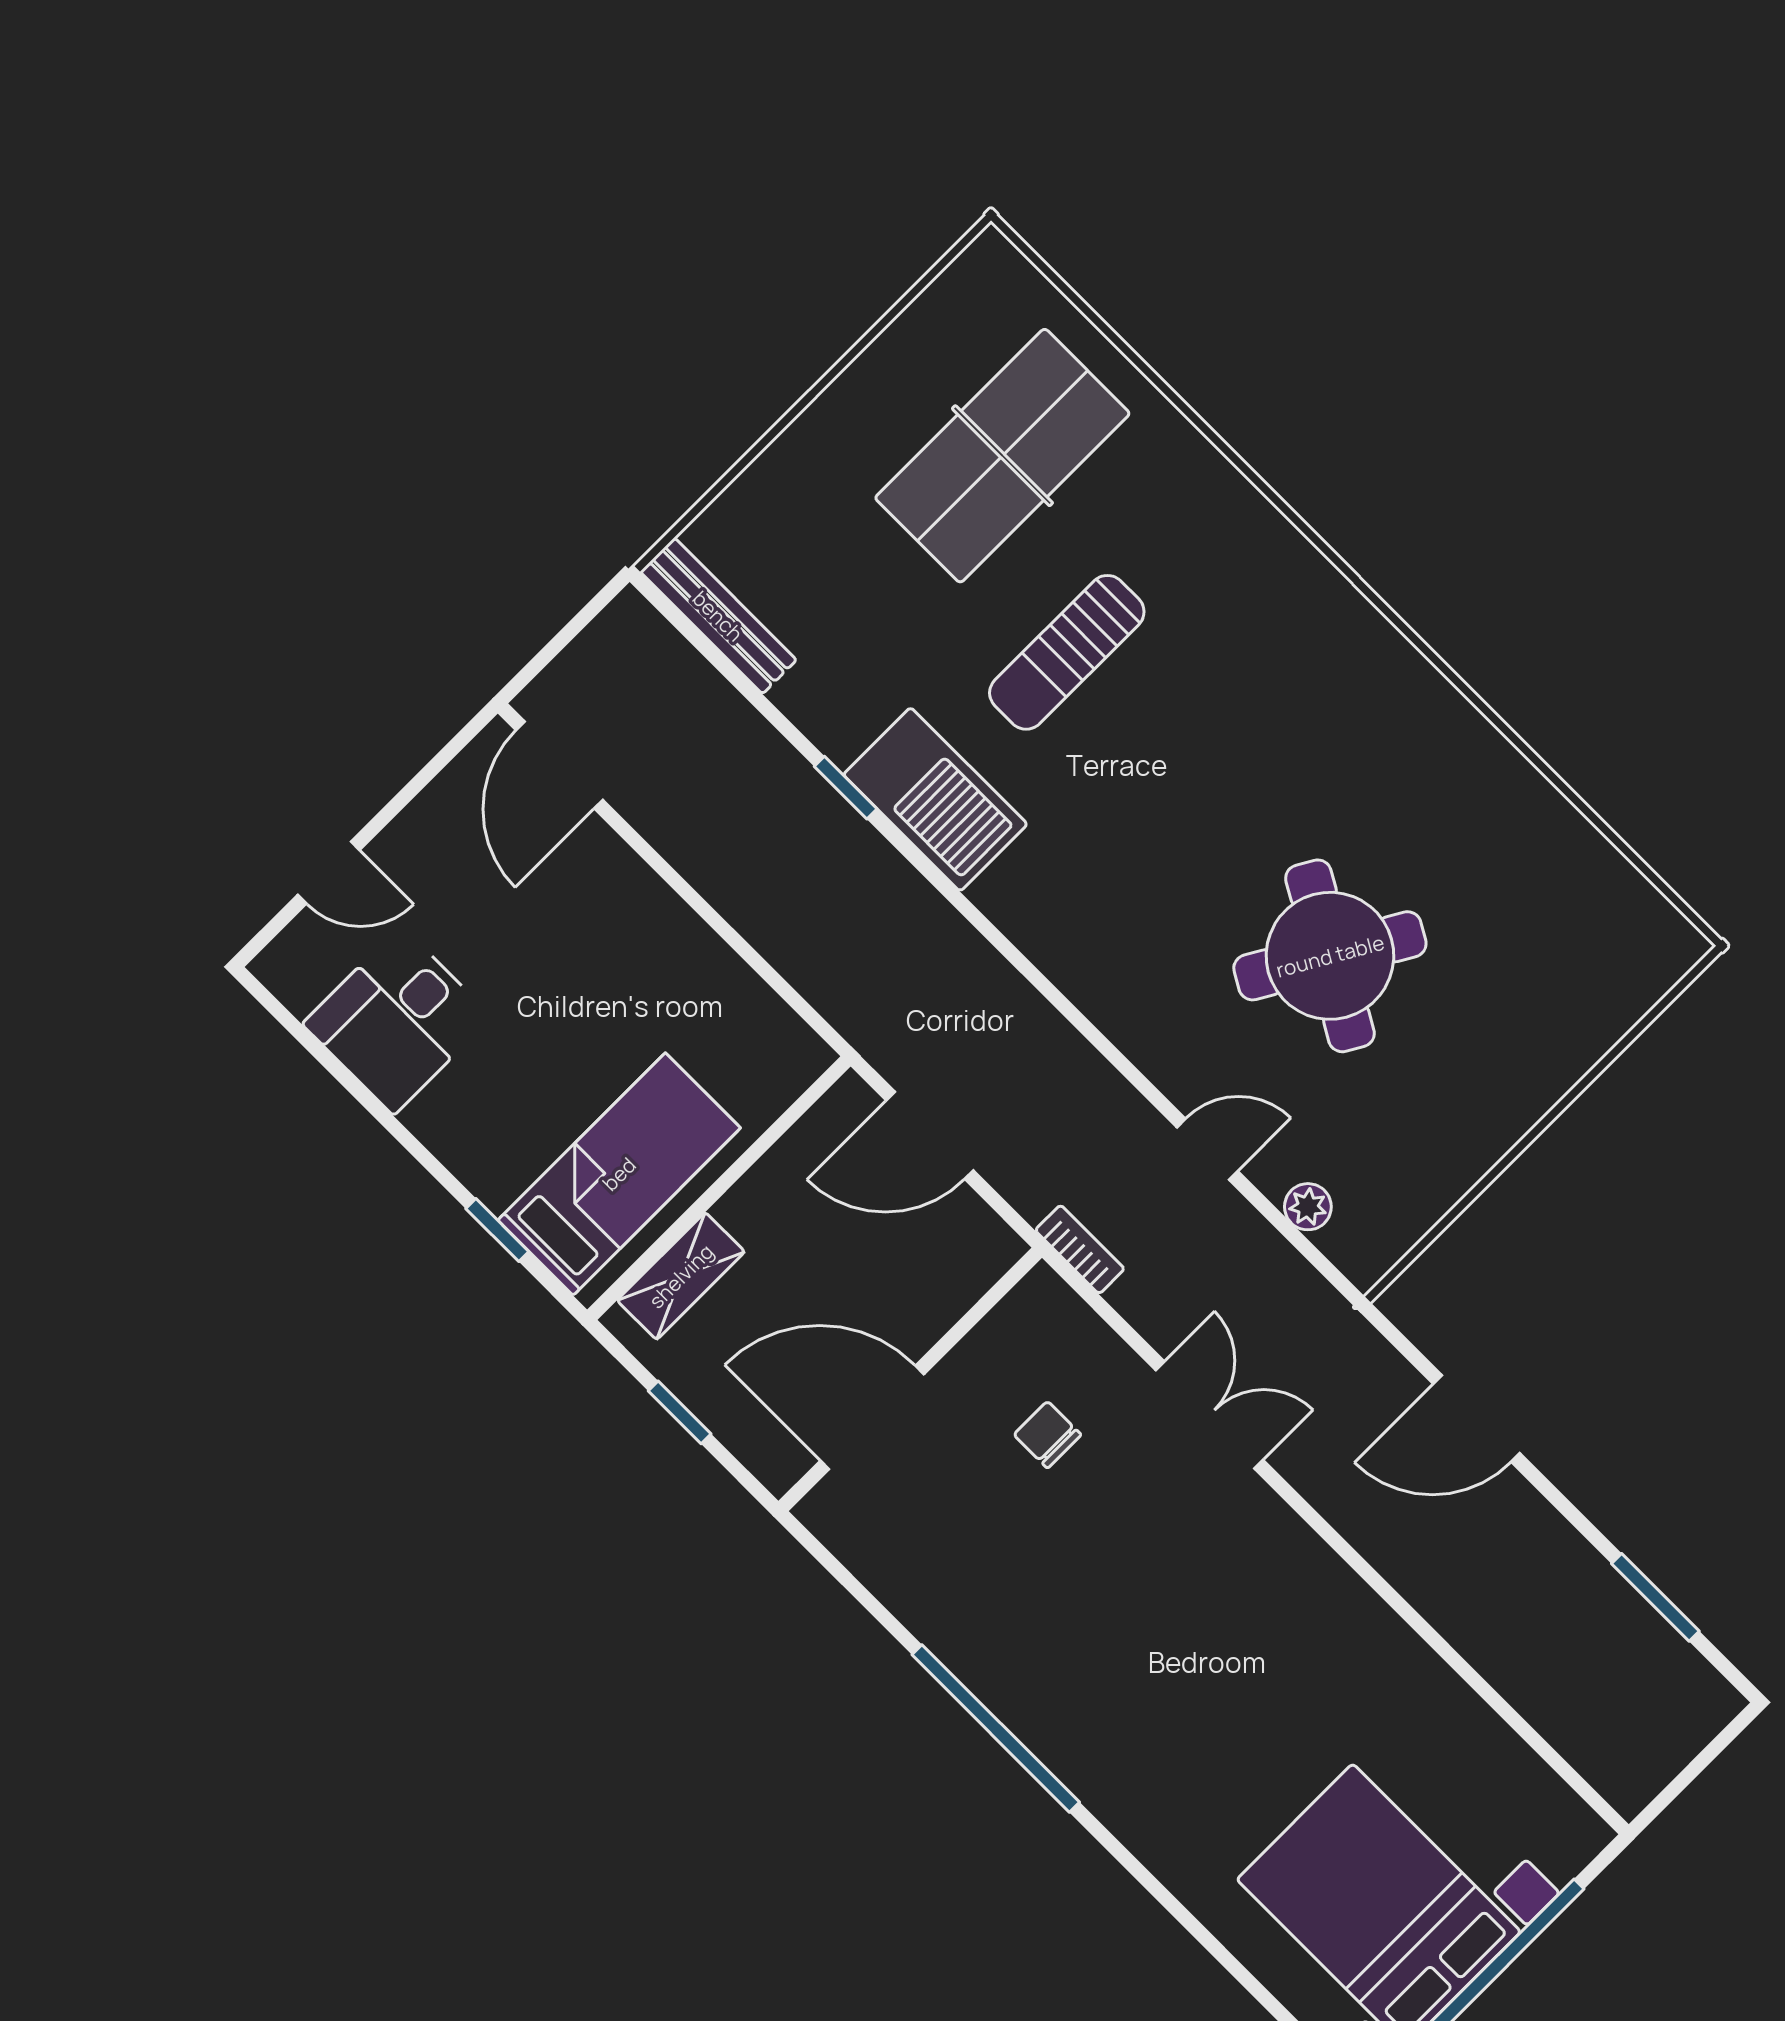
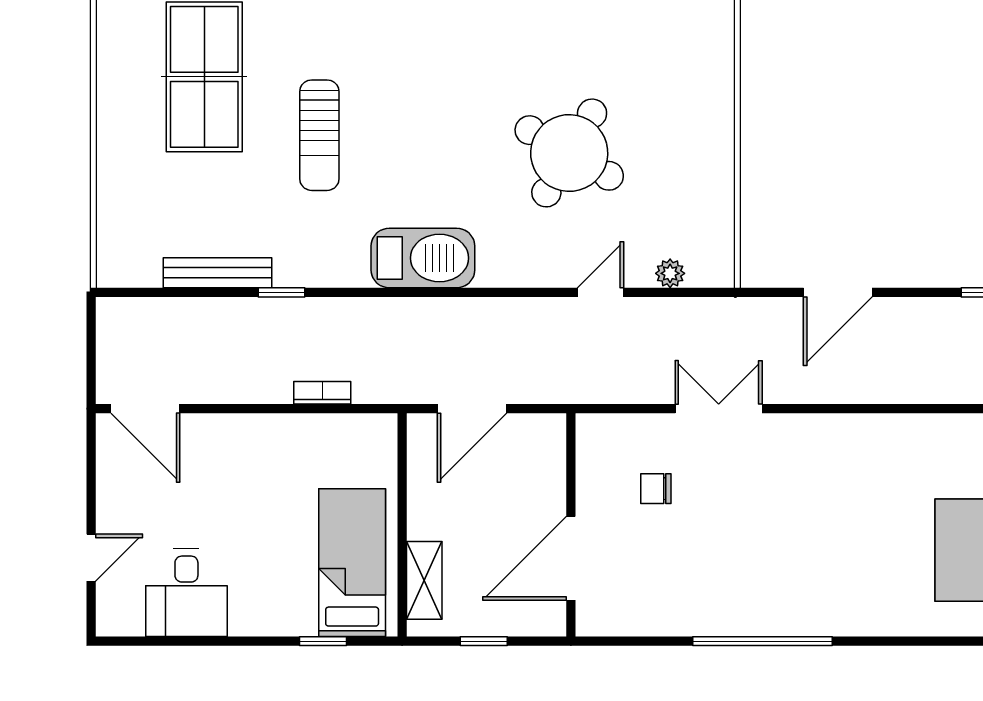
bench: (718, 616) -> (217, 273), moved
barbecue: (935, 799) -> (423, 258), moved
bookcase: (1080, 1249) -> (322, 393), moved

